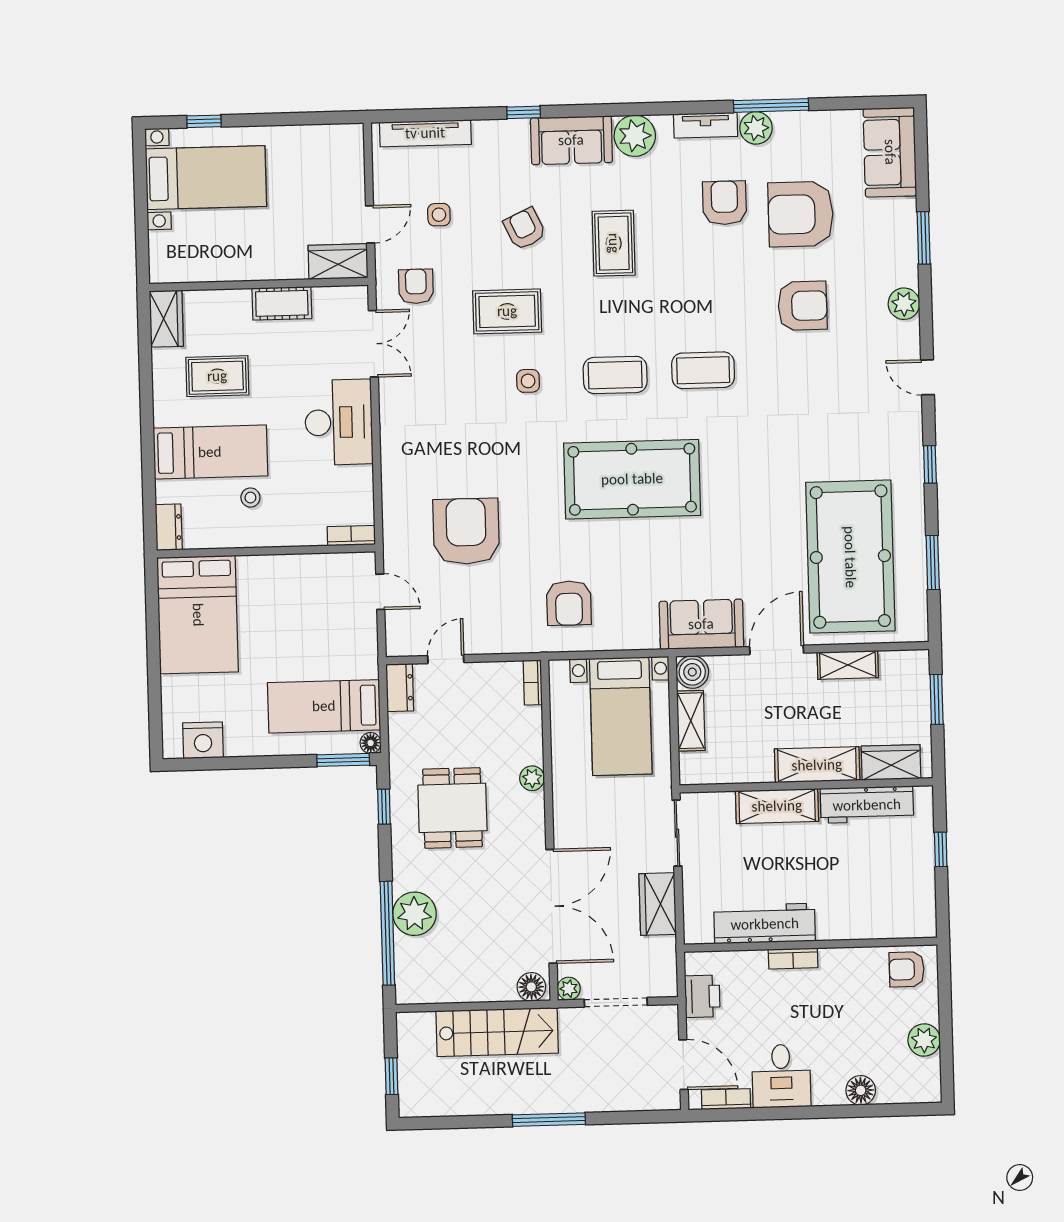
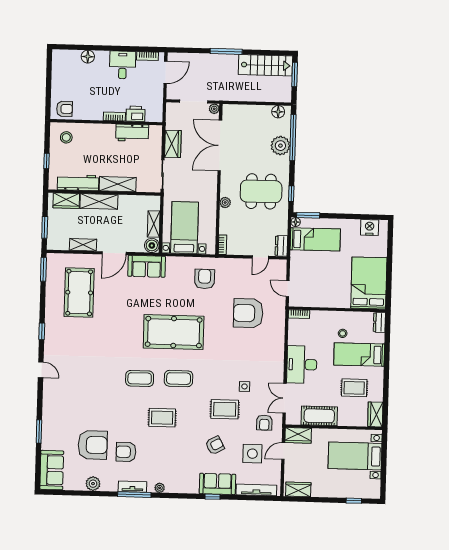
window: (771, 105) -> (134, 495), moved
plant: (756, 128) -> (93, 484), moved
plant: (635, 136) -> (160, 488), width x0.53, depth x0.53
wardrobe: (331, 140) -> (298, 489), added
sofa: (571, 140) -> (217, 484), moved
bed with nightstands: (206, 178) -> (355, 456), moved
armchair: (724, 203) -> (126, 452), turned 90
side table: (439, 215) -> (252, 454), width x1.87, depth x1.87
armchair: (525, 229) -> (215, 445), turned -93
rug: (614, 243) -> (162, 418), moved, turned 90
cot: (282, 303) -> (319, 416), width x1.37, depth x1.34
plant: (904, 304) -> (49, 403), removed
armchair: (802, 306) -> (94, 404), removed
side table: (528, 381) -> (244, 386), moved
armchair: (466, 531) -> (248, 313), turned 90
pool table: (850, 557) -> (79, 293), width x0.73, depth x0.76
window: (933, 562) -> (43, 269), moved
dining table: (452, 808) -> (261, 191), width x1.38
stool: (899, 905) -> (66, 137), added
workbench: (765, 924) -> (132, 133), width x0.73
floor lamp: (531, 987) -> (278, 112), moved
printer: (702, 996) -> (136, 114), moved, turned 90
stairs: (497, 1032) -> (265, 65), moved, turned 180
plant: (924, 1040) -> (59, 77), removed
door: (683, 1065) -> (165, 72), swing flipped
window: (391, 1076) -> (295, 74), width x1.50

